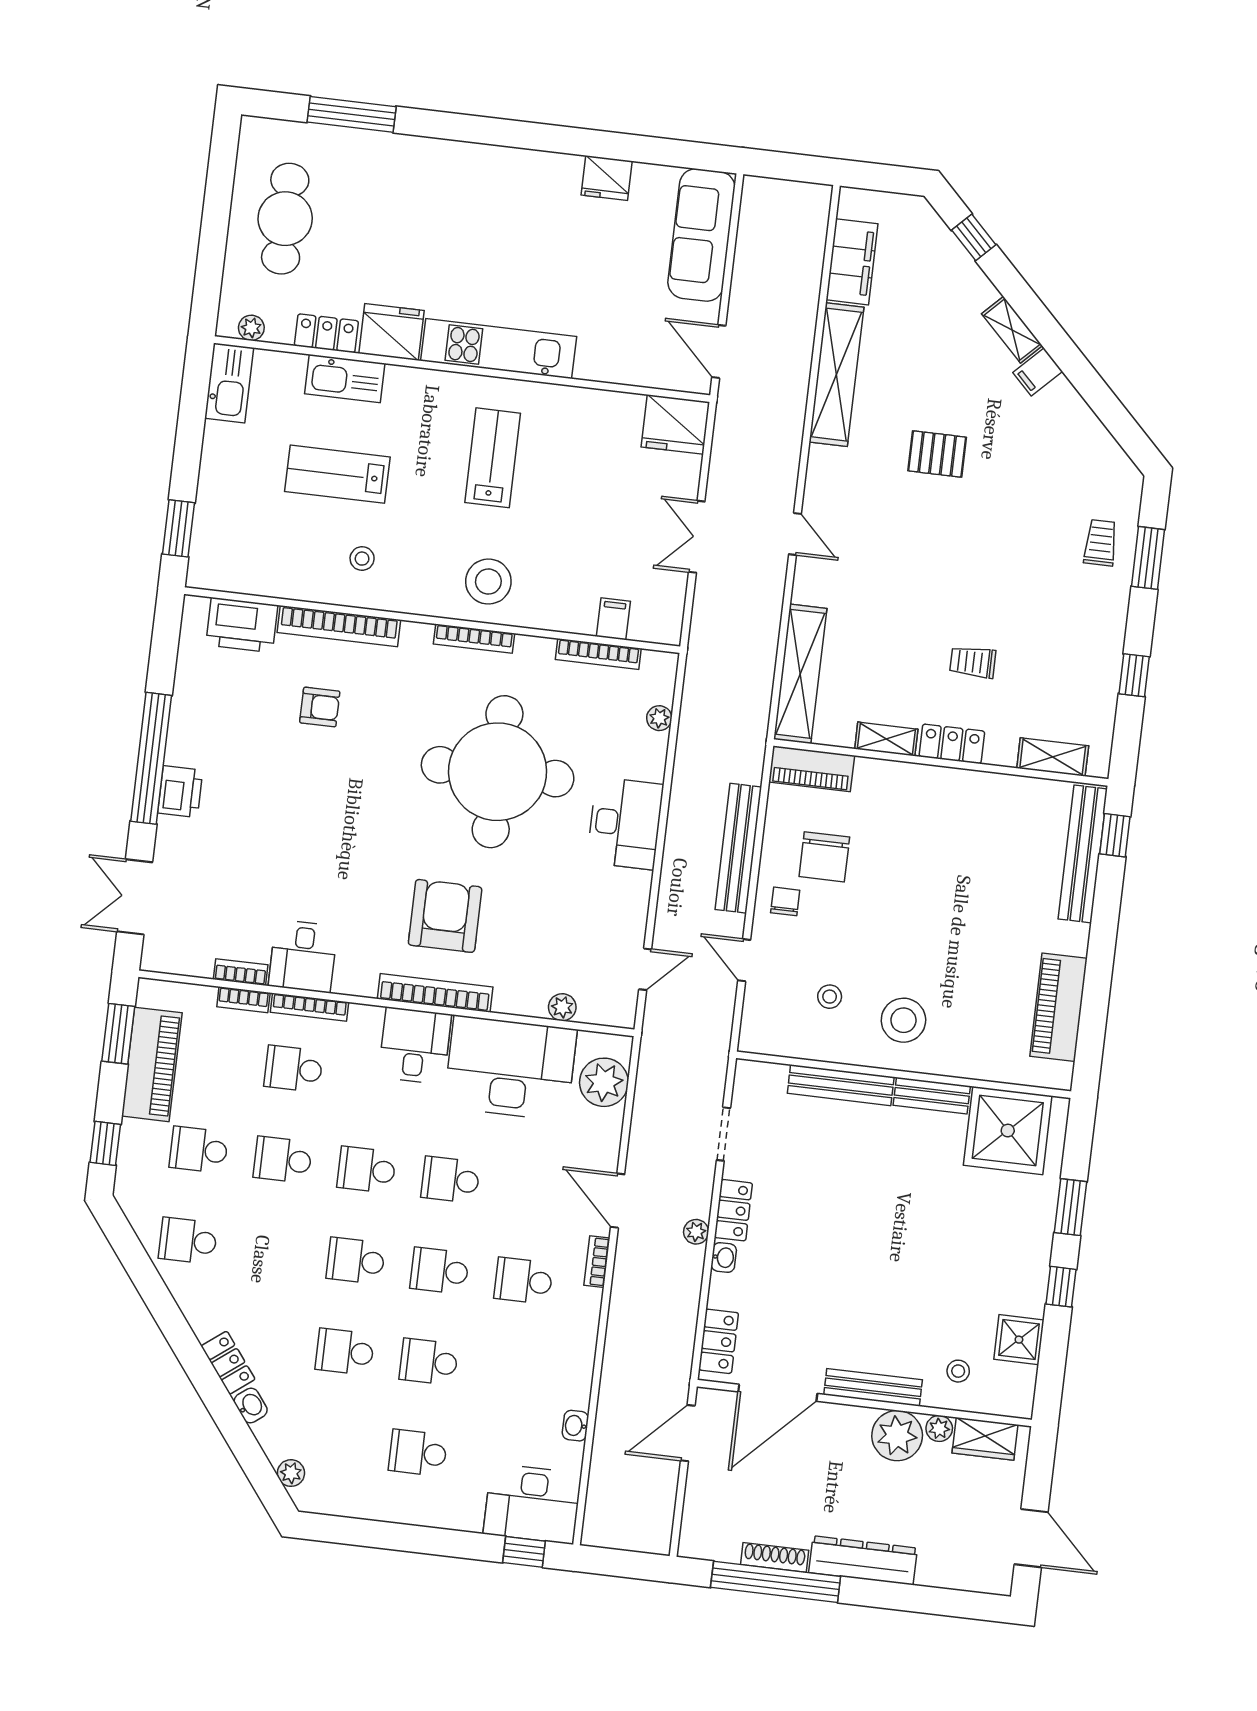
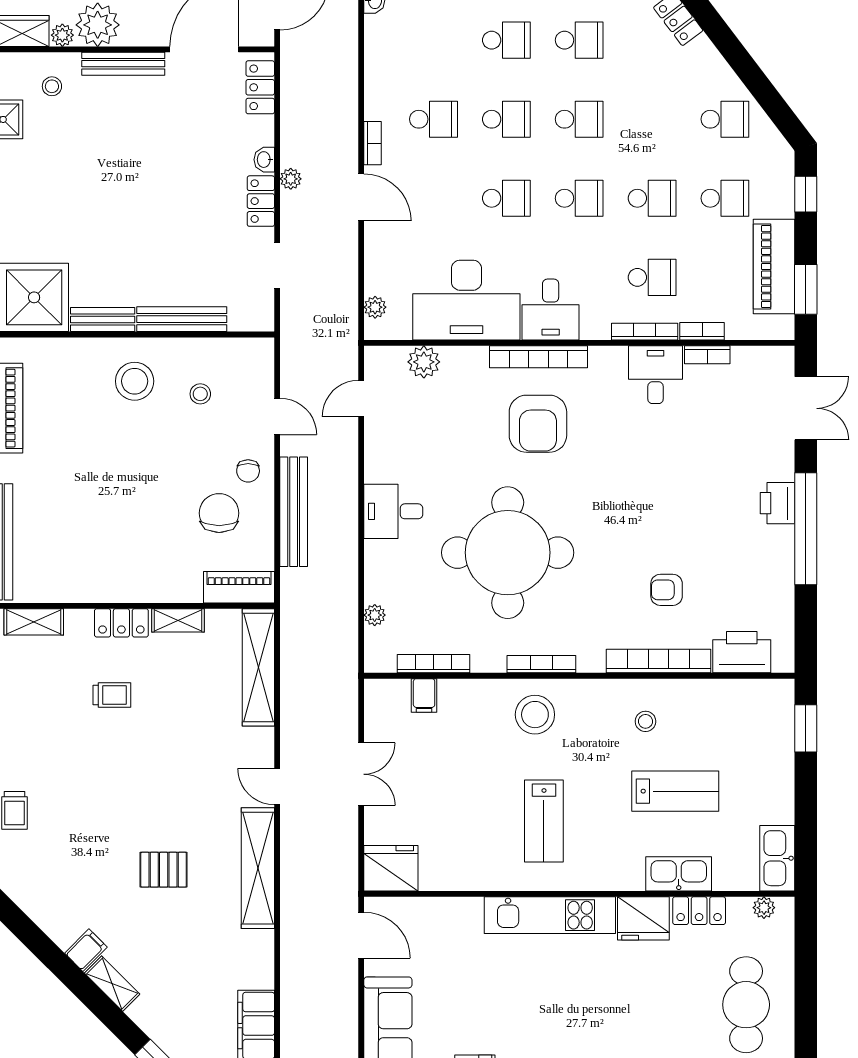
shelving: (837, 375) -> (258, 868), moved
desk: (625, 823) -> (393, 511), width x0.73
plant: (562, 1007) -> (424, 362), width x1.38, depth x1.38
plant: (604, 1082) -> (375, 307), width x0.53, depth x0.53

